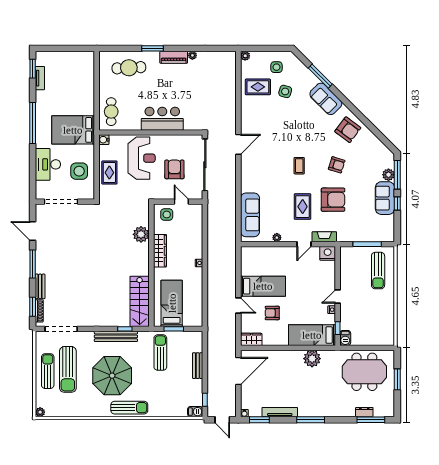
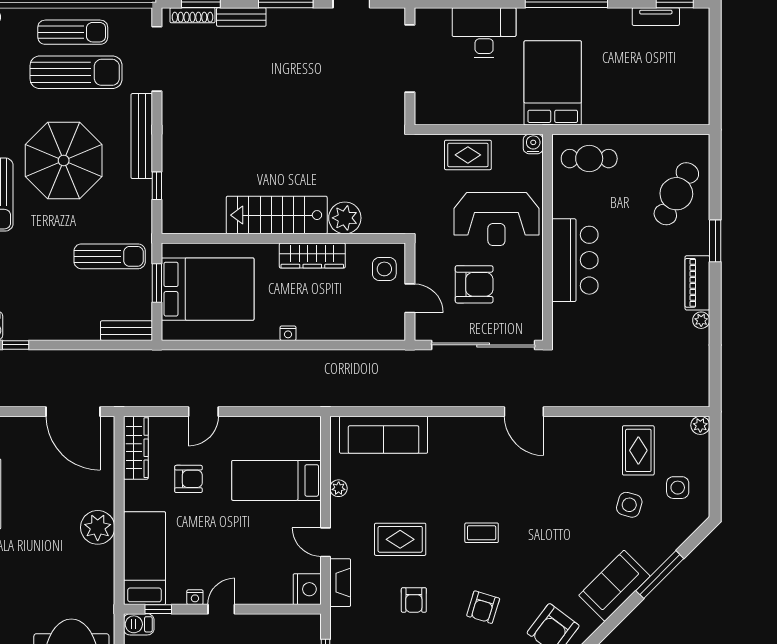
cafe table: (129, 68) -> (676, 194), turned 31
side table: (79, 171) -> (471, 95), removed
armchair: (333, 200) -> (414, 600), width x0.53, depth x0.53
door: (181, 202) -> (410, 298), hinge flipped
bed: (263, 286) -> (276, 480), moved, turned 90
door: (338, 296) -> (221, 609), hinge flipped
stairs: (140, 301) -> (277, 215), moved
bed: (172, 303) -> (208, 289), width x1.50
armchair: (272, 313) -> (188, 479), turned 90
bench: (116, 336) -> (142, 136), moved
wardrobe: (251, 339) -> (136, 448), width x1.50
plant: (312, 359) -> (98, 527), moved
bench: (198, 366) -> (126, 331), moved
sun lounger: (68, 369) -> (76, 72), turned 180

